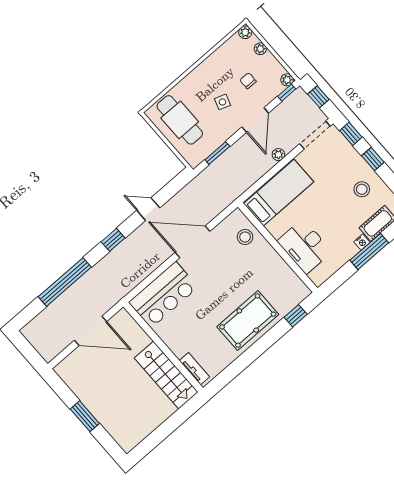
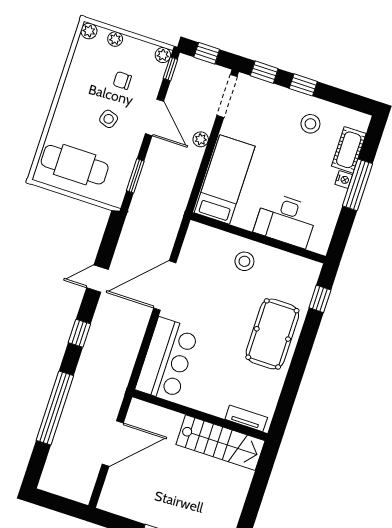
stool: (245, 237) -> (244, 261), moved

